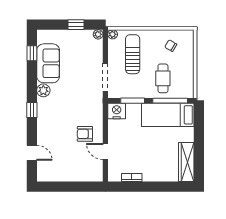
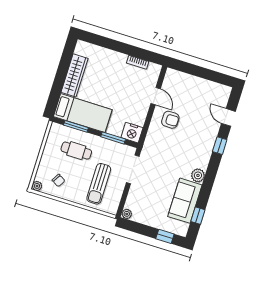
window: (76, 25) -> (165, 236), moved
plant: (113, 34) -> (37, 186), moved
cafe table: (163, 78) -> (76, 151), turned 90
window: (170, 101) -> (76, 126), width x0.69
window: (32, 110) -> (220, 146), moved
wardrobe: (186, 162) -> (74, 75), moved

